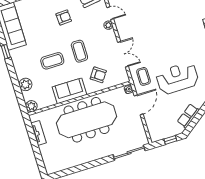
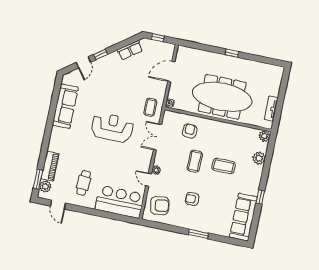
armchair: (98, 75) -> (190, 131), turned 59
reception desk: (177, 78) -> (112, 128), moved, turned 180
sofa: (69, 91) -> (223, 131), removed
door: (139, 105) -> (171, 72), moved
sliding door: (129, 153) -> (201, 47), removed
window: (99, 162) -> (232, 53), added

